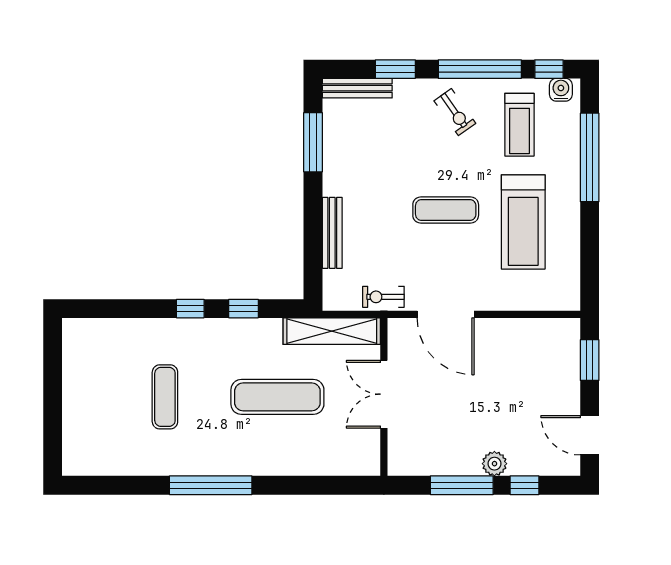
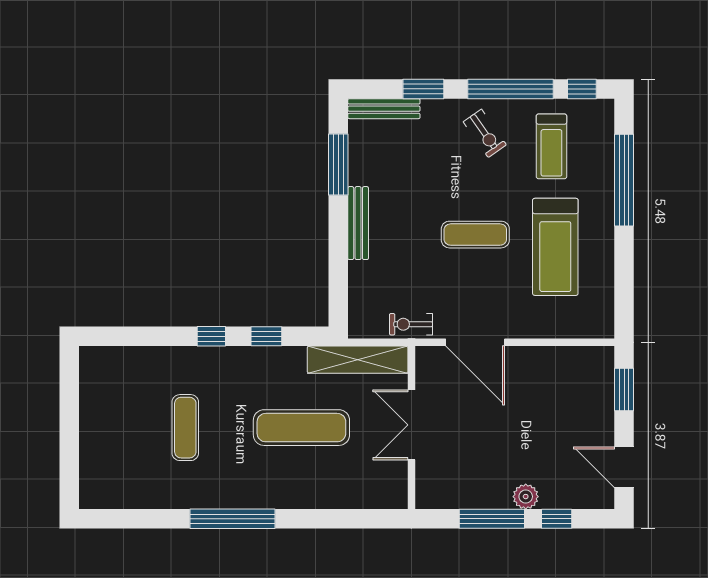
water cooler: (561, 90) -> (594, 110), removed
bench: (332, 233) -> (358, 223), moved

